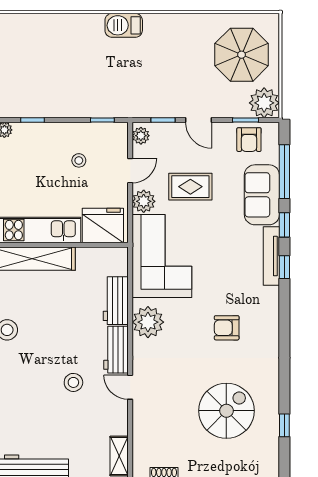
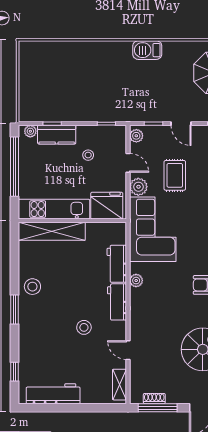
barbecue: (124, 25) -> (147, 50), moved
kitchen counter: (38, 134) -> (57, 135), added
door: (130, 171) -> (128, 163), hinge flipped
rug: (190, 187) -> (175, 175), turned 90
plant: (148, 322) -> (136, 281), width x0.53, depth x0.53
door: (130, 387) -> (128, 350), moved

